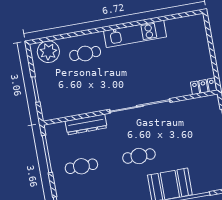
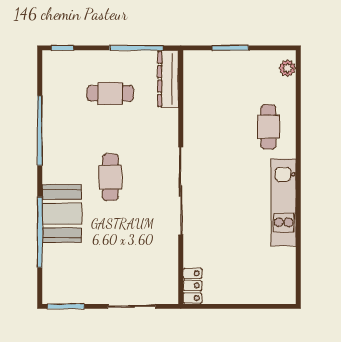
plant: (48, 52) -> (288, 68), width x0.53, depth x0.53
dresser: (86, 124) -> (168, 79), moved
cafe table: (81, 166) -> (110, 93), turned 90

